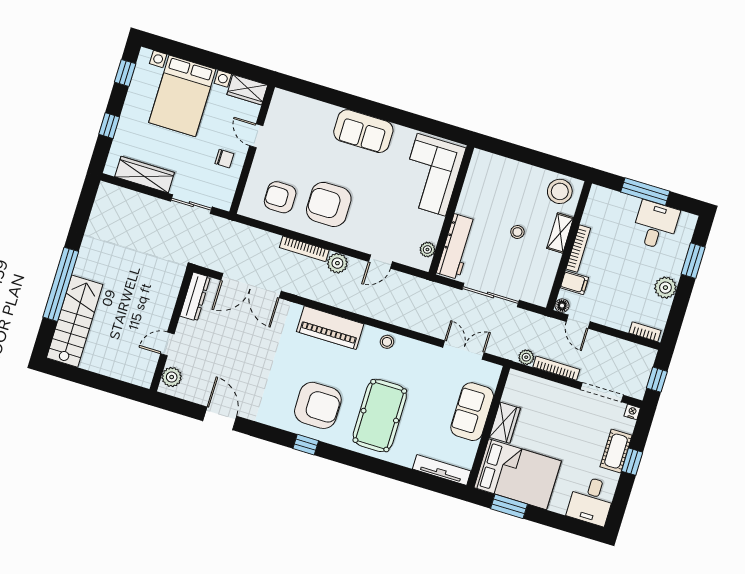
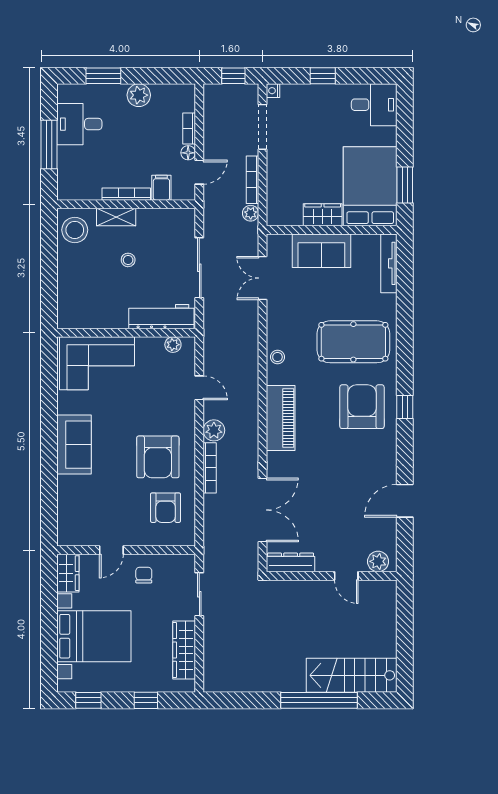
floor lamp: (562, 306) -> (188, 153), moved
bookcase: (645, 332) -> (189, 128), moved
cot: (616, 451) -> (317, 95), removed

